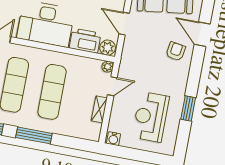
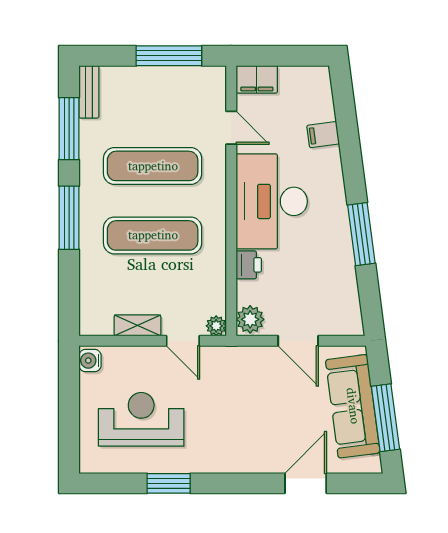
door: (124, 24) -> (298, 341), swing flipped
printer: (85, 41) -> (249, 265), width x0.53, depth x0.68
armchair: (176, 51) -> (266, 442), removed

